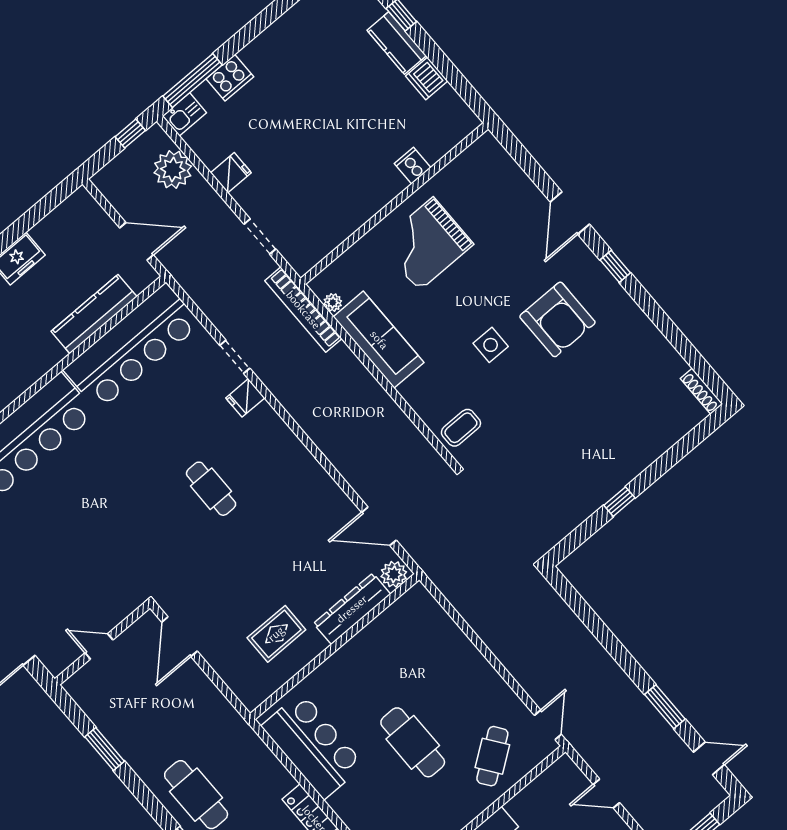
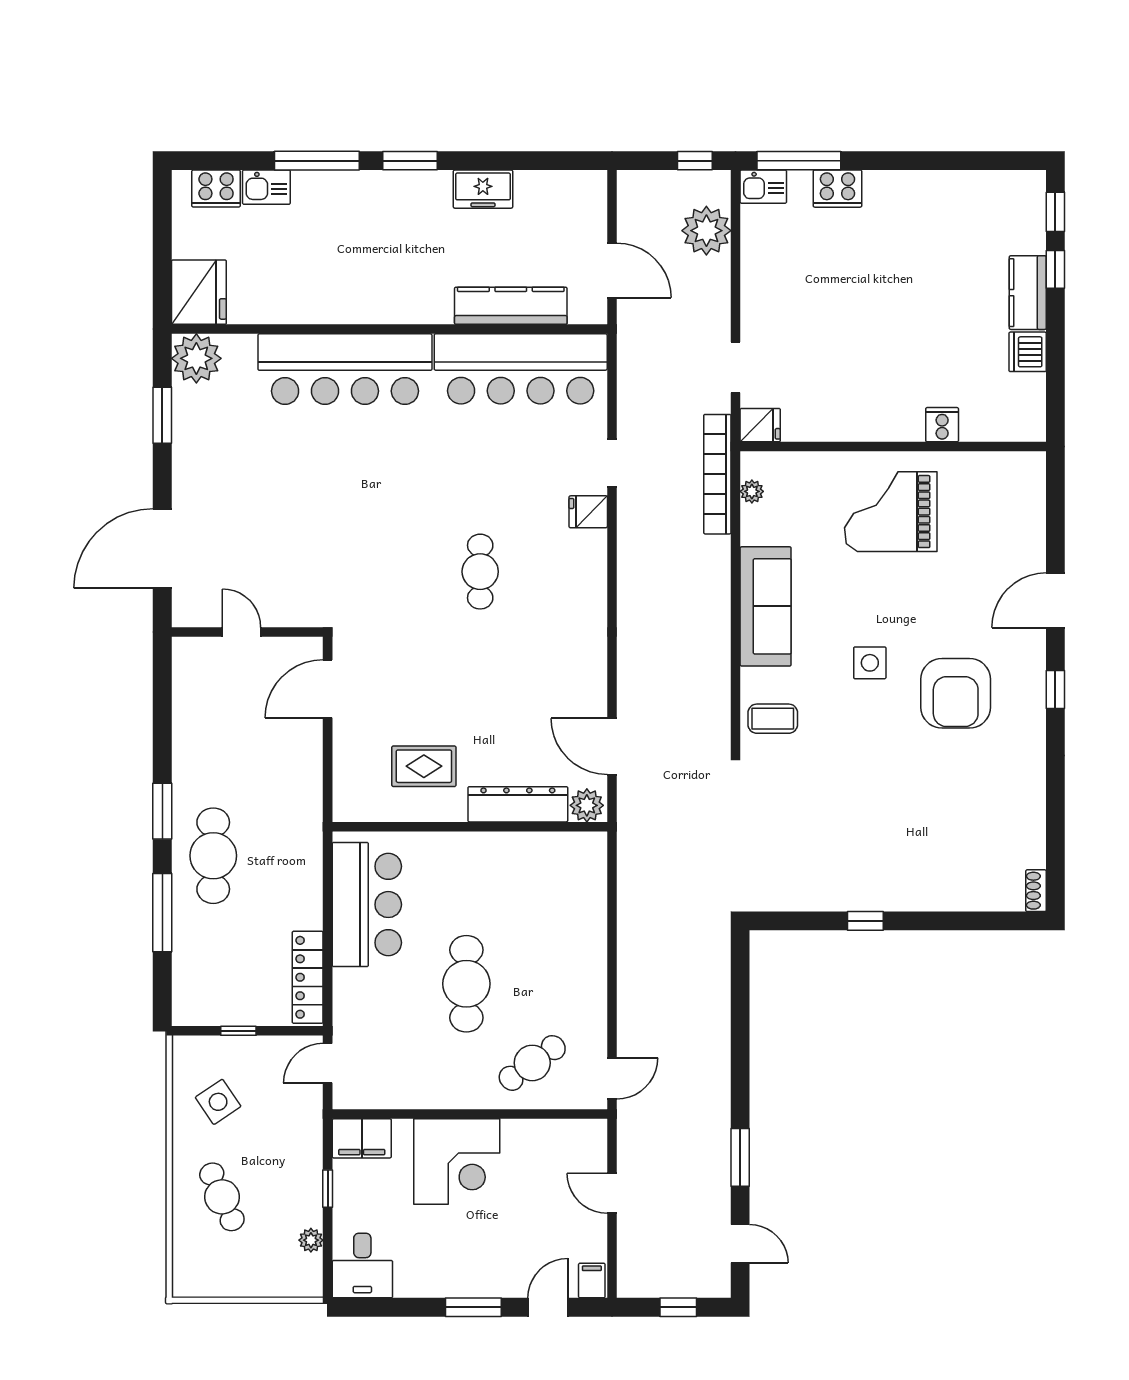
fridge: (231, 173) -> (760, 425), moved
sofa: (379, 340) -> (766, 606), moved
shoe rack: (701, 391) -> (1036, 891), width x0.70
window: (105, 749) -> (162, 811), moved

